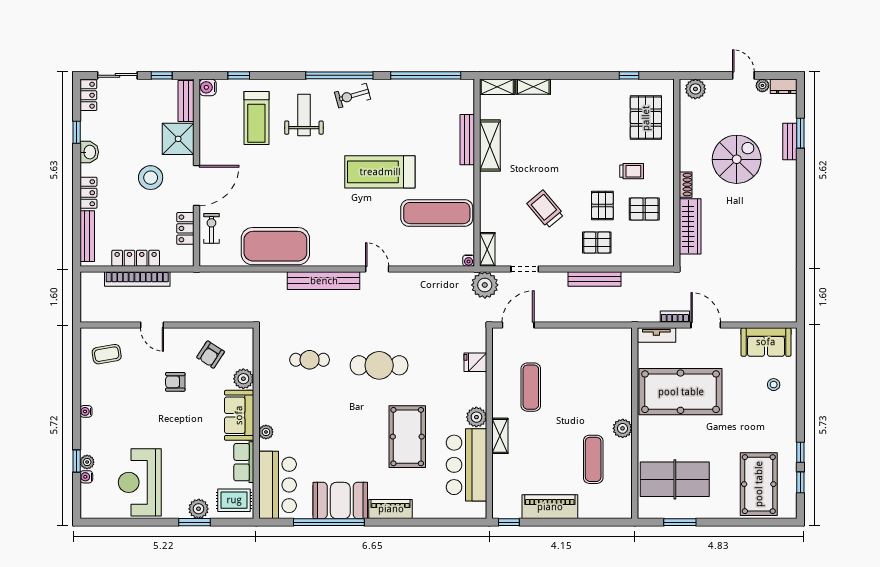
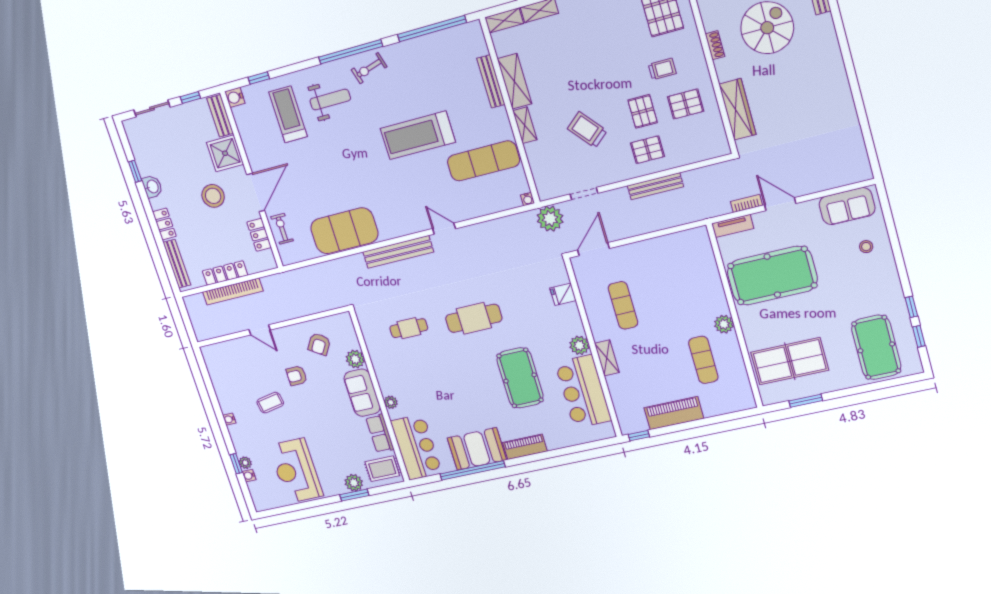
locker: (88, 95) -> (133, 134), removed
weight bench: (304, 115) -> (330, 100), turned 90
treadmill: (256, 118) -> (288, 114), turned 180
shoe rack: (686, 185) -> (715, 45), moved
shelving: (487, 249) -> (525, 125), moved
coffee table: (107, 354) -> (270, 403), moved

